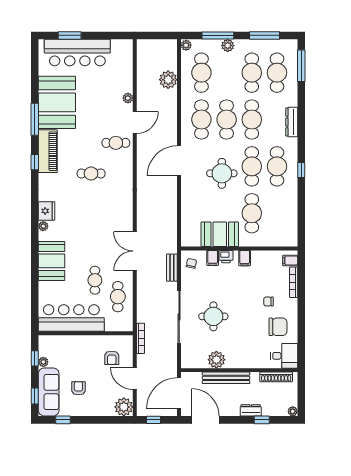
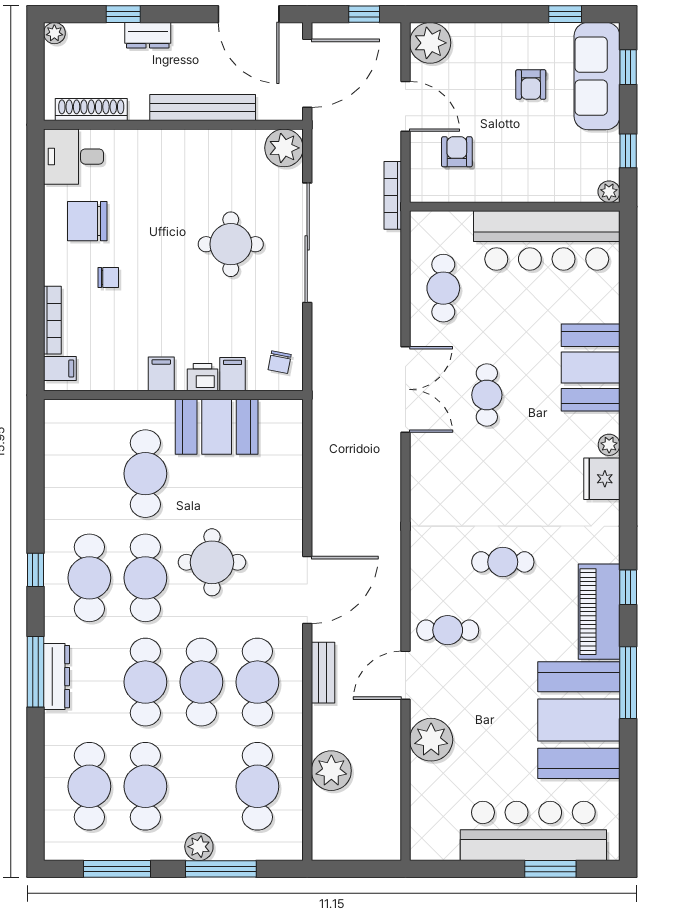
plant: (186, 45) -> (291, 847), removed
window: (301, 66) -> (35, 672), moved
plant: (128, 98) -> (431, 740), width x1.88, depth x1.88
bench: (172, 268) -> (323, 673), moved
cafe table: (95, 280) -> (487, 395), moved
plant: (216, 360) -> (284, 148), moved
plant: (43, 362) -> (609, 192), moved

